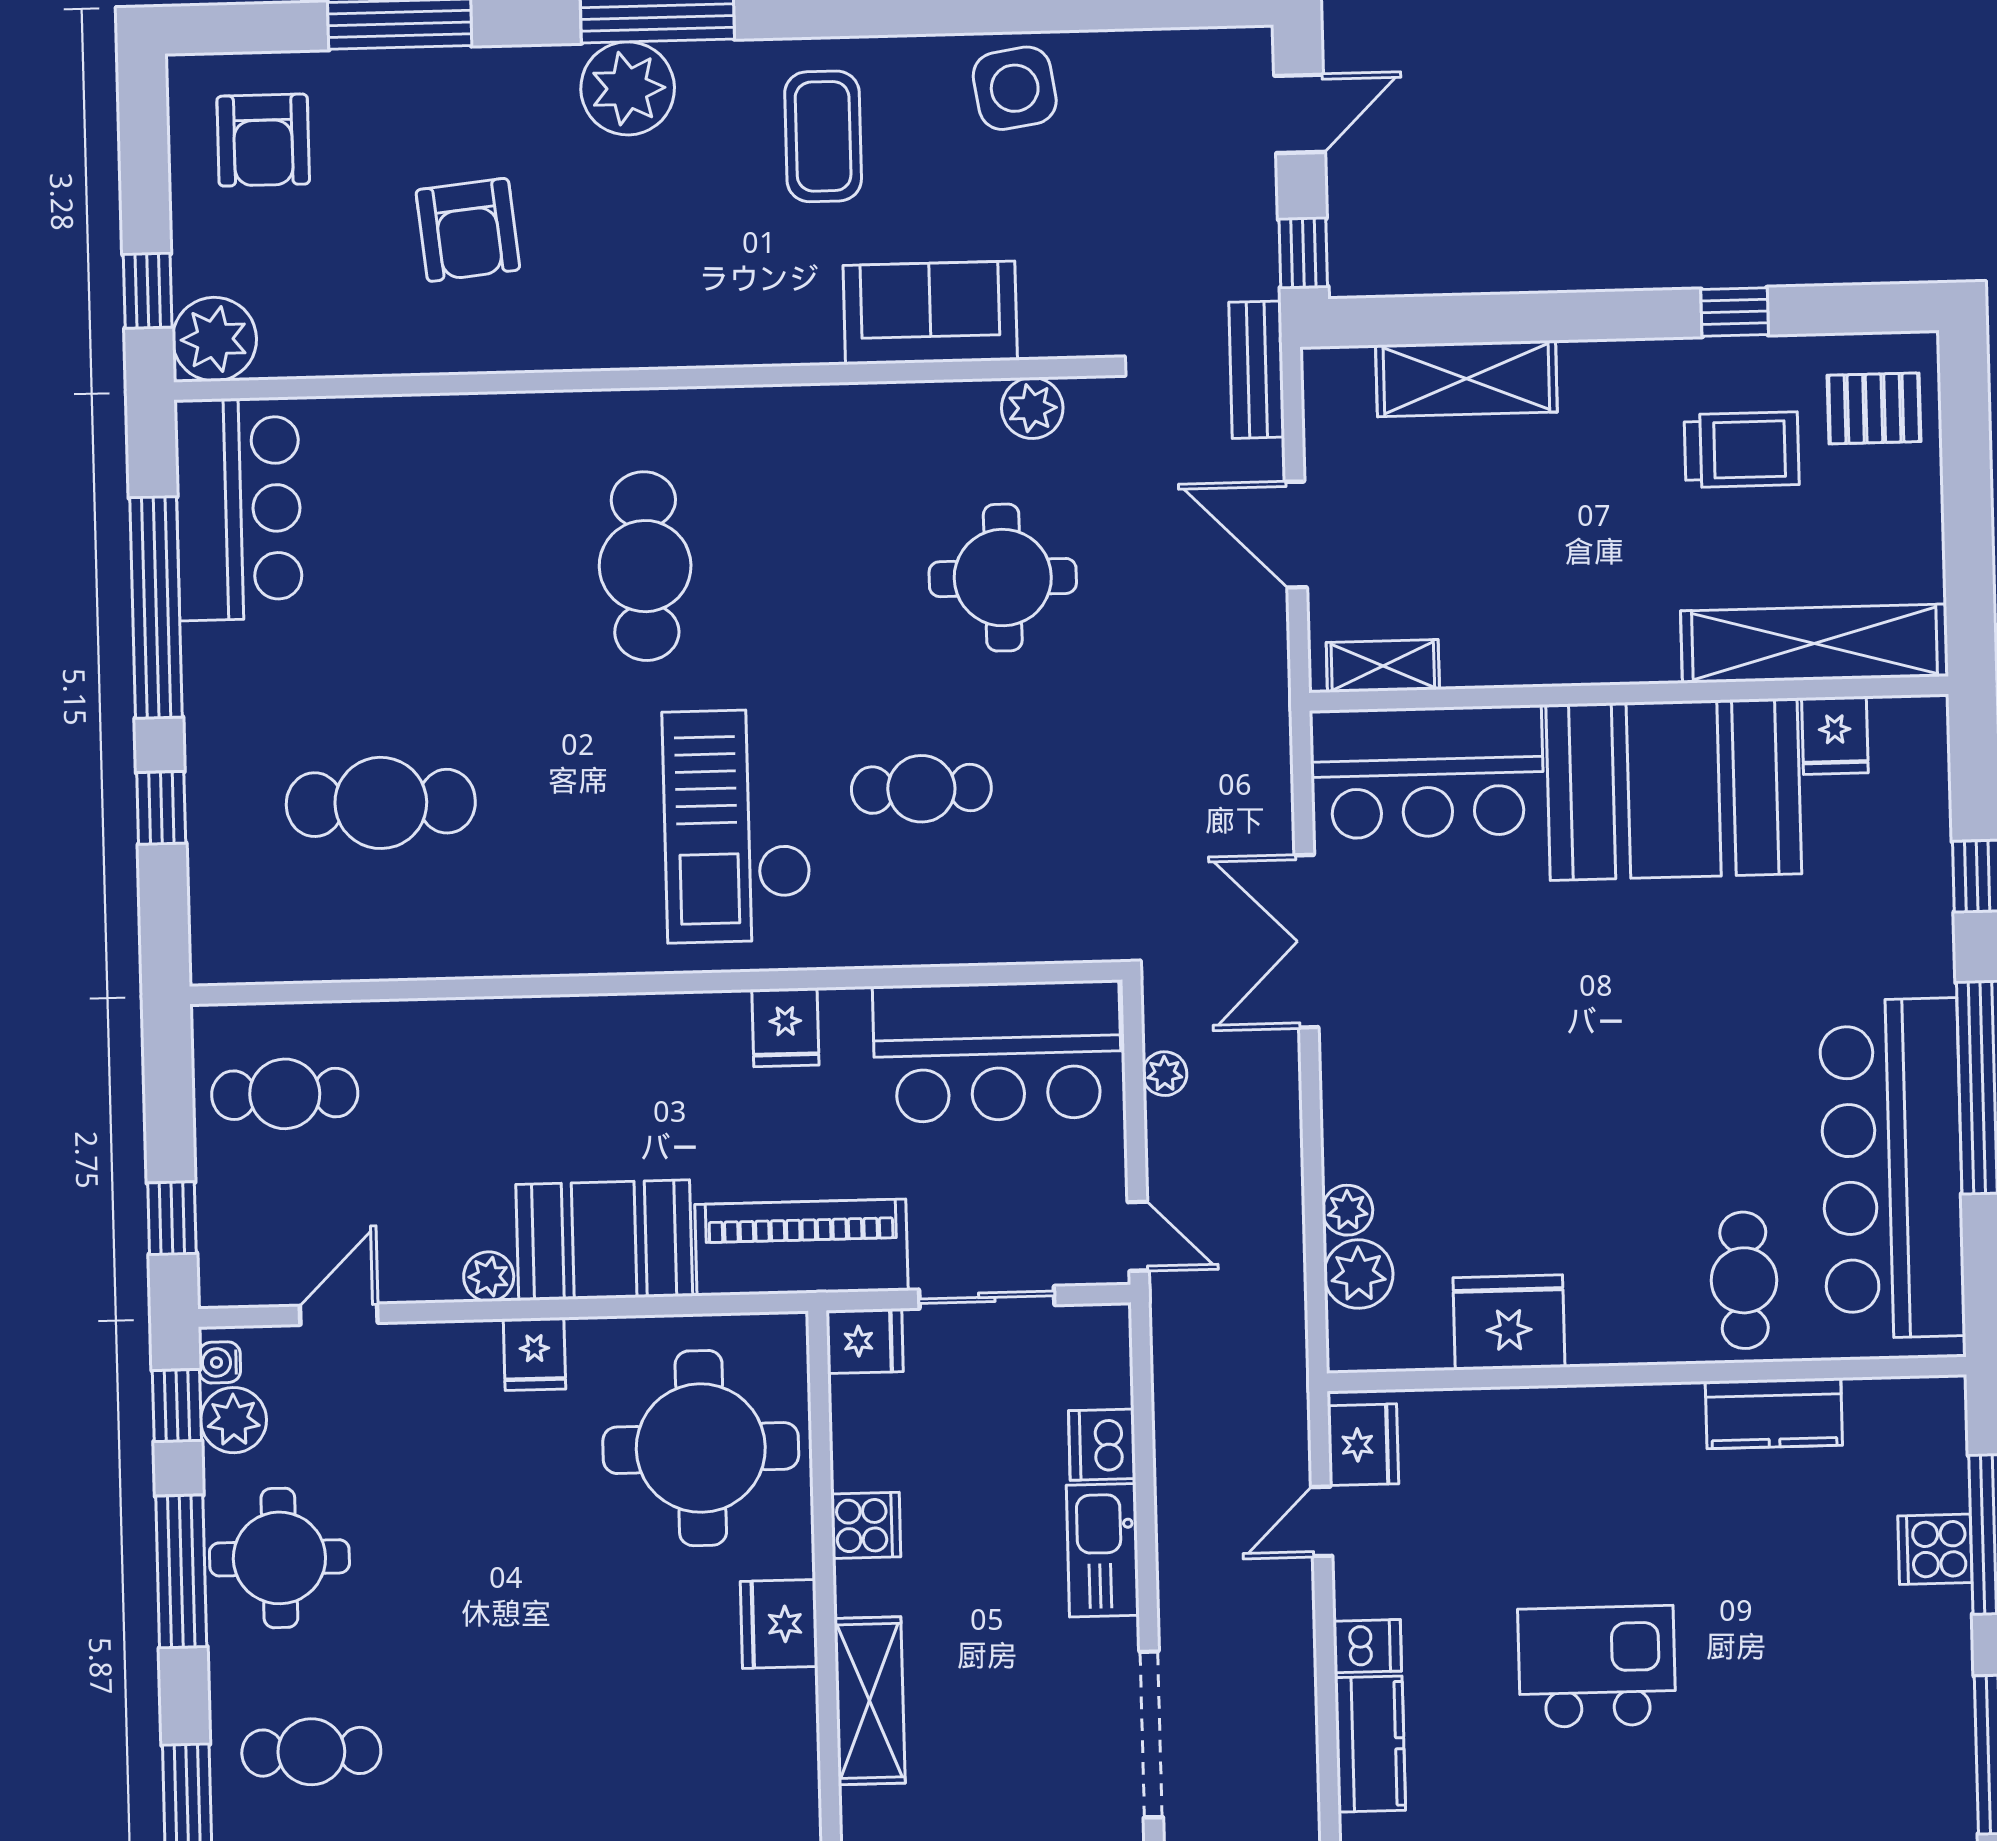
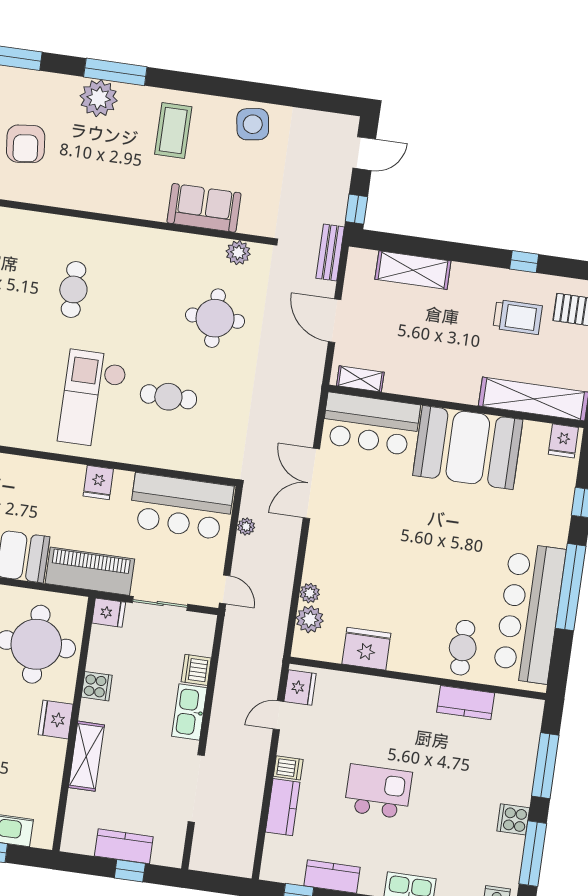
cafe table: (645, 566) -> (73, 289), width x0.73, depth x0.74
fridge: (1835, 735) -> (563, 441), moved
cooker: (1935, 1549) -> (513, 819), moved

